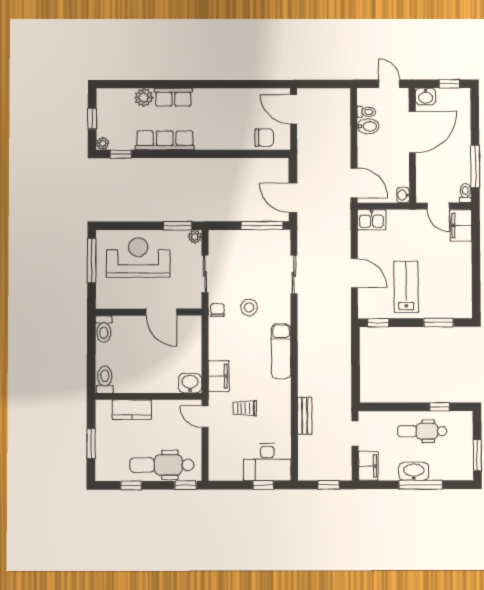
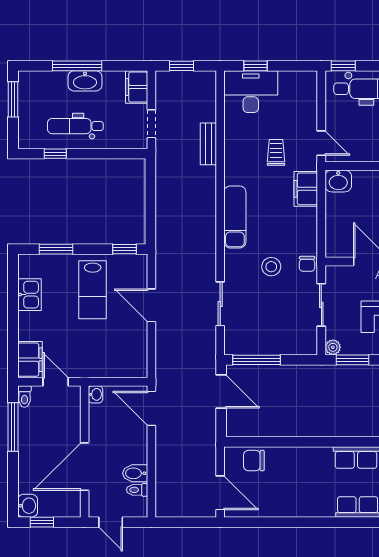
washbasin: (426, 96) -> (28, 506), moved, turned 90
kitchen sink: (372, 220) -> (29, 295), moved, turned 90
trolley: (245, 408) -> (276, 152), turned -90
dental chair: (422, 431) -> (75, 126), turned 180

